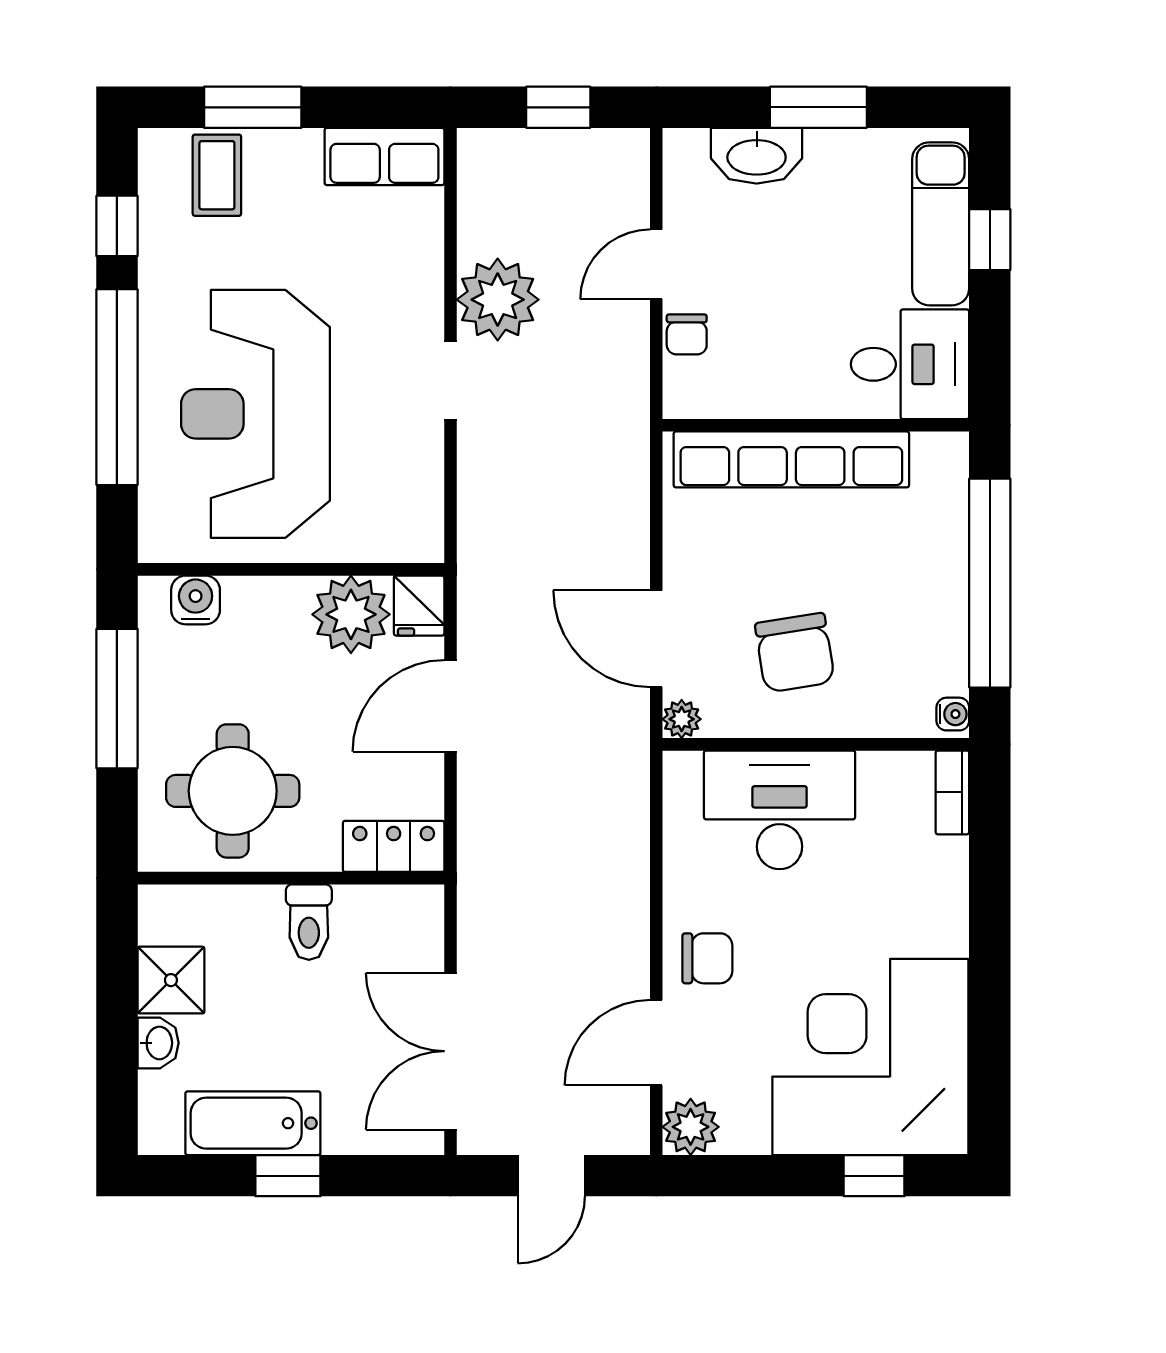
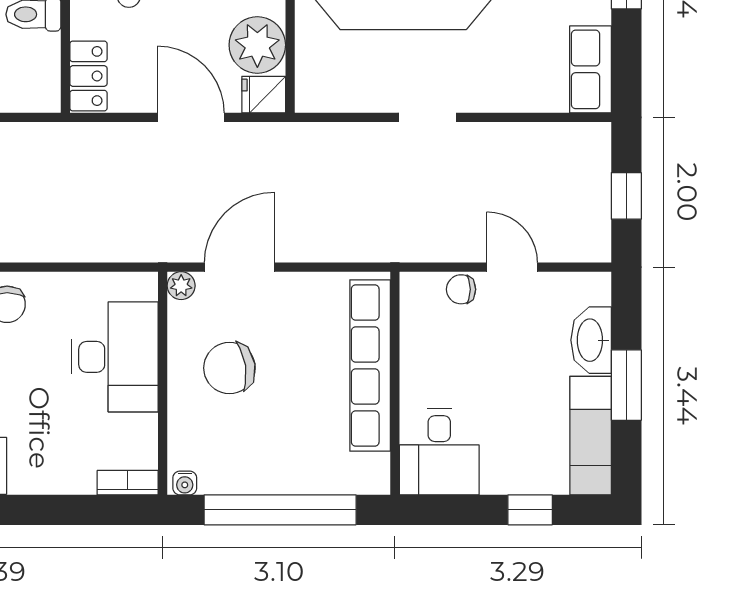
exam couch: (941, 224) -> (591, 436), moved, turned -90
plant: (498, 300) -> (486, 152), removed

